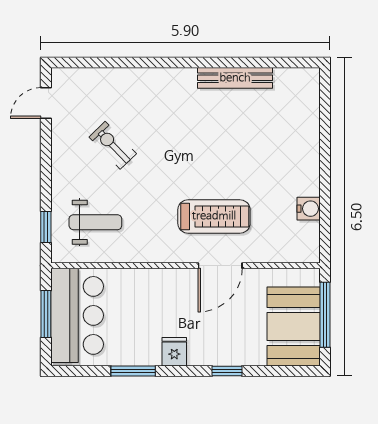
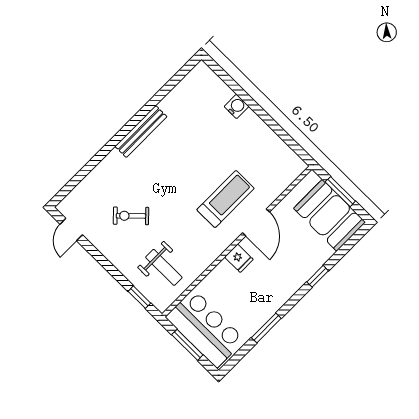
bench: (235, 78) -> (141, 132), moved
water cooler: (309, 209) -> (237, 106), moved
weight bench: (95, 222) -> (164, 267), turned 90
window: (325, 315) -> (340, 192), width x0.69
fridge: (174, 352) -> (239, 258), moved, turned 180

